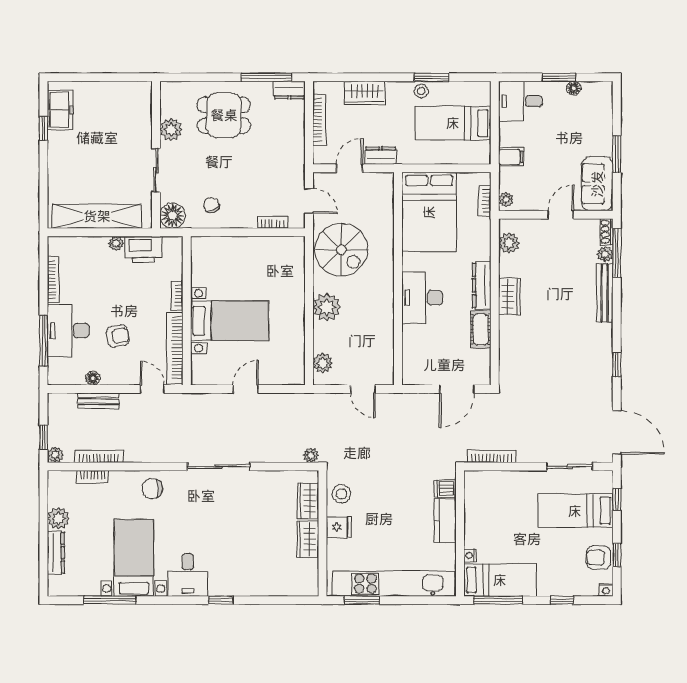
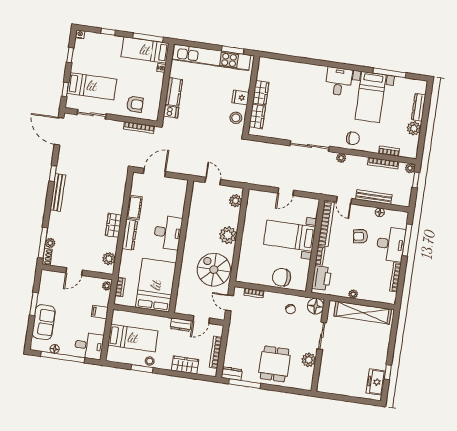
window: (559, 77) -> (63, 357), width x2.11
dining table: (224, 115) -> (275, 364), turned 90
sofa: (597, 184) -> (44, 322), moved
printer: (143, 249) -> (321, 278), moved, turned 90
chair: (233, 253) -> (282, 277), added
bench: (605, 293) -> (58, 192), moved
bench: (98, 401) -> (374, 197), width x1.36
plant: (311, 455) -> (341, 158), moved
armchair: (599, 558) -> (135, 104), moved
window: (221, 600) -> (320, 63), removed

